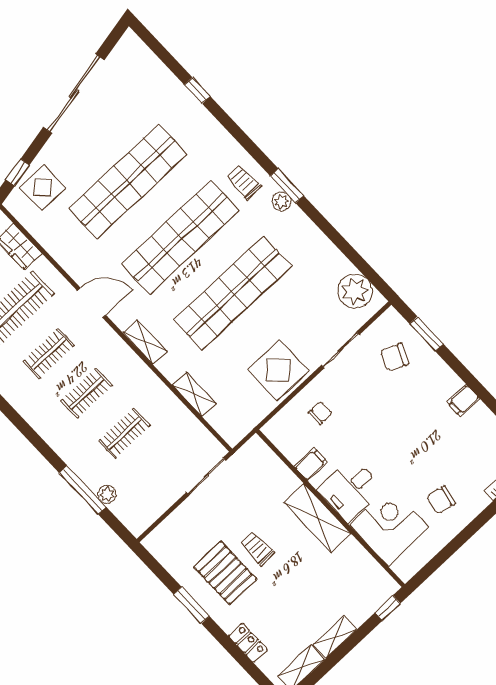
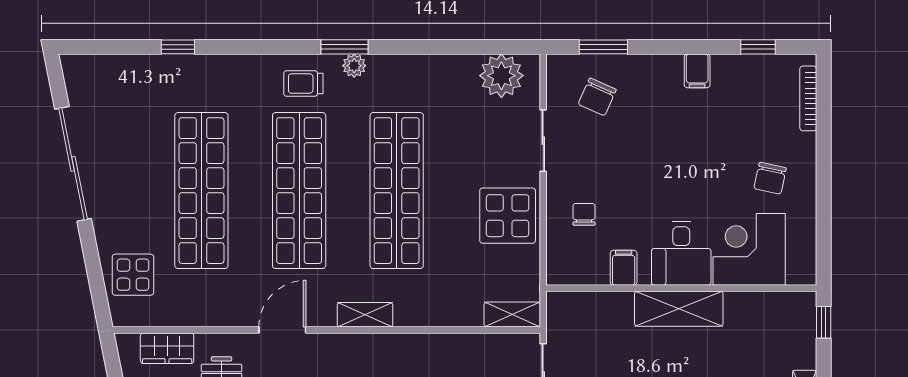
window: (18, 172) -> (97, 285), removed
shelving: (194, 394) -> (512, 315), moved

